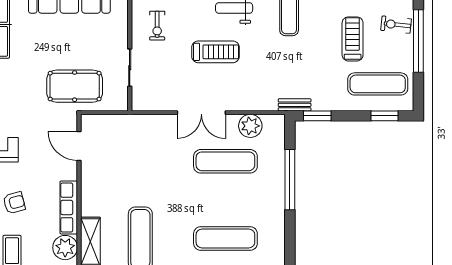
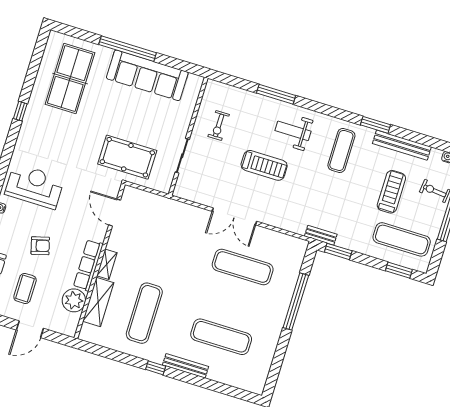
plant: (250, 126) -> (275, 242), removed
shelving: (87, 201) -> (107, 264), added

